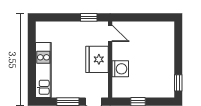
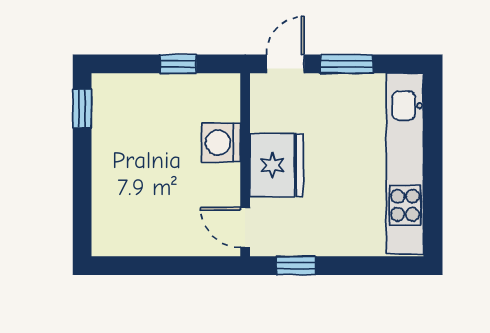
kitchen unit: (43, 70) -> (405, 164), width x1.36

